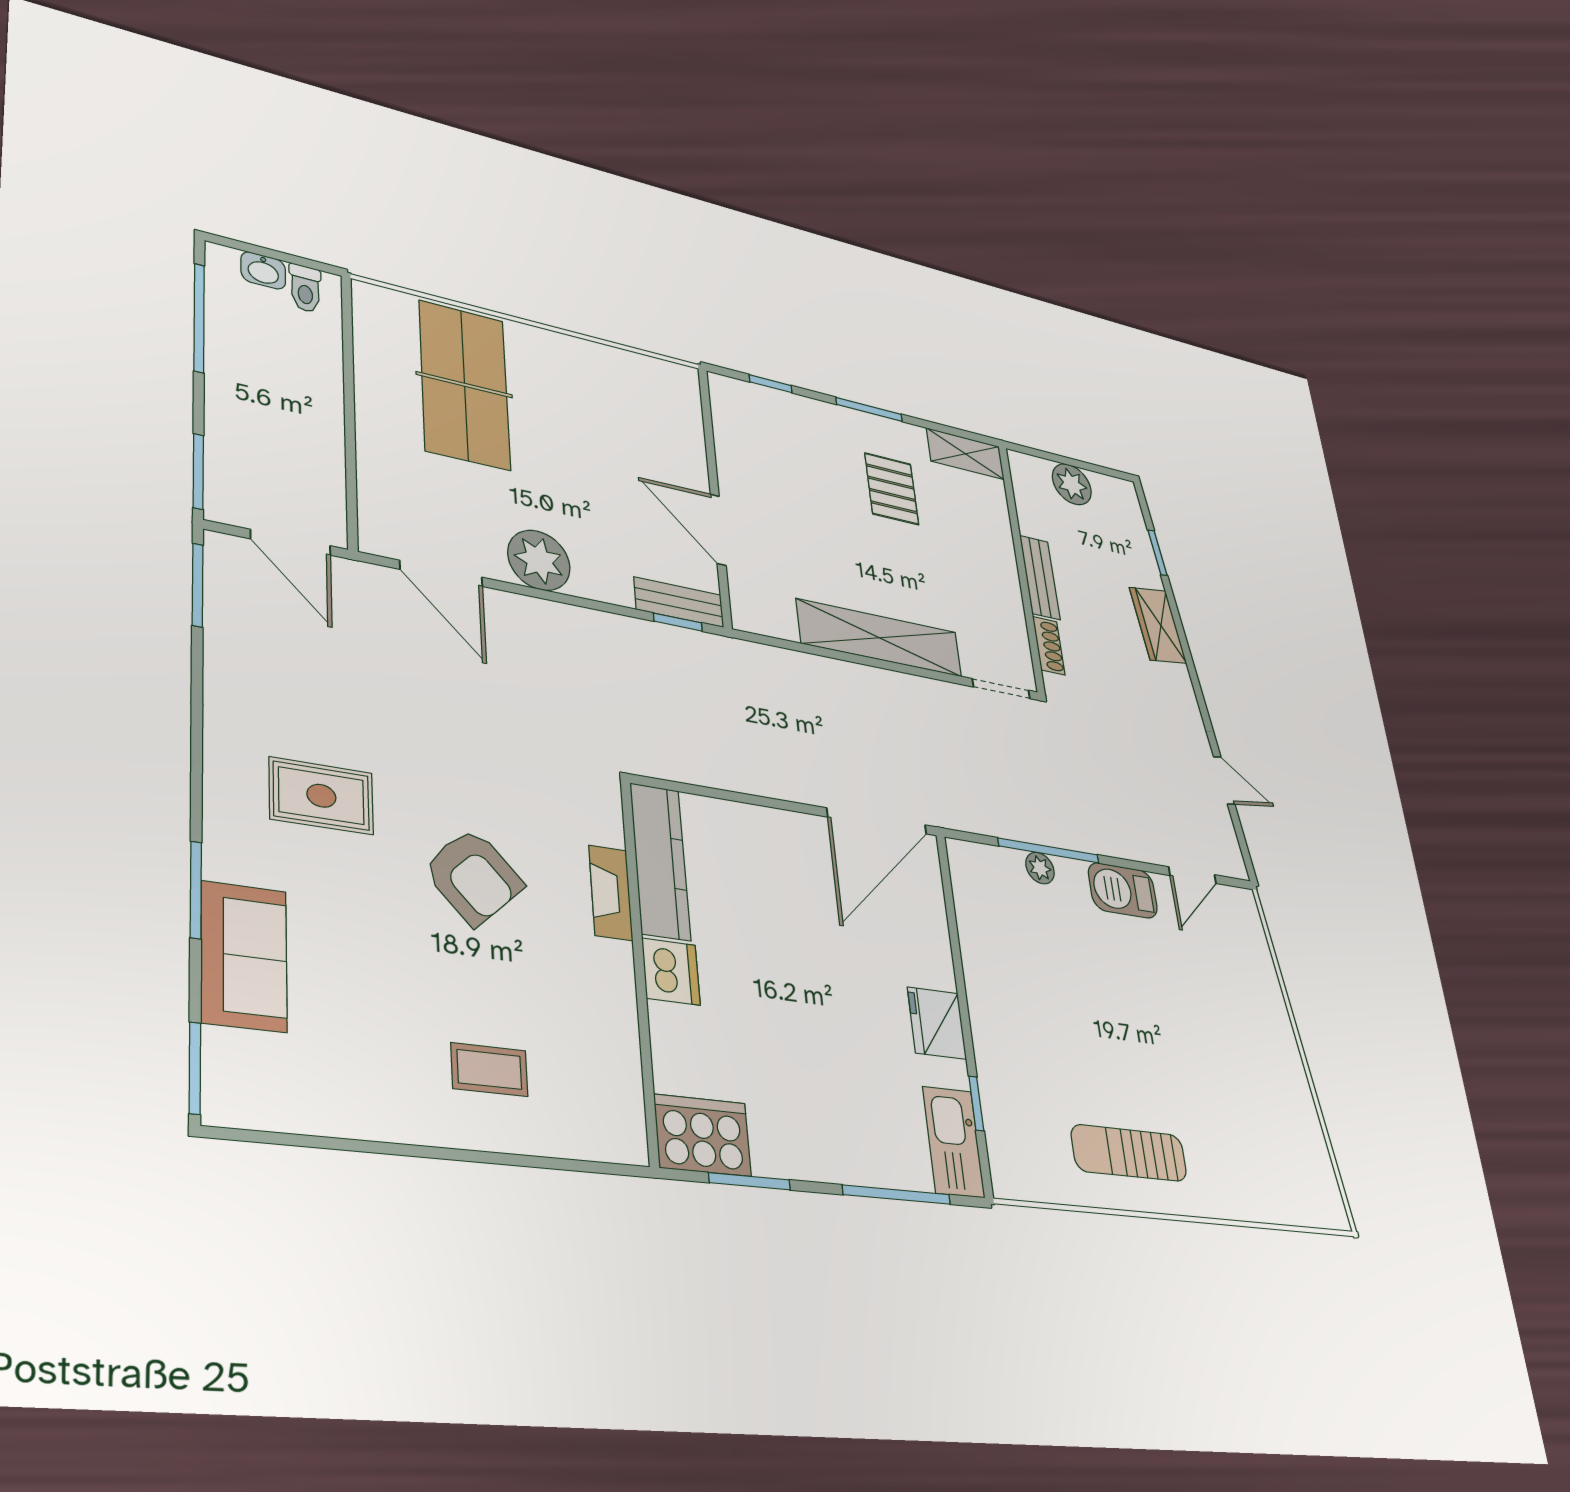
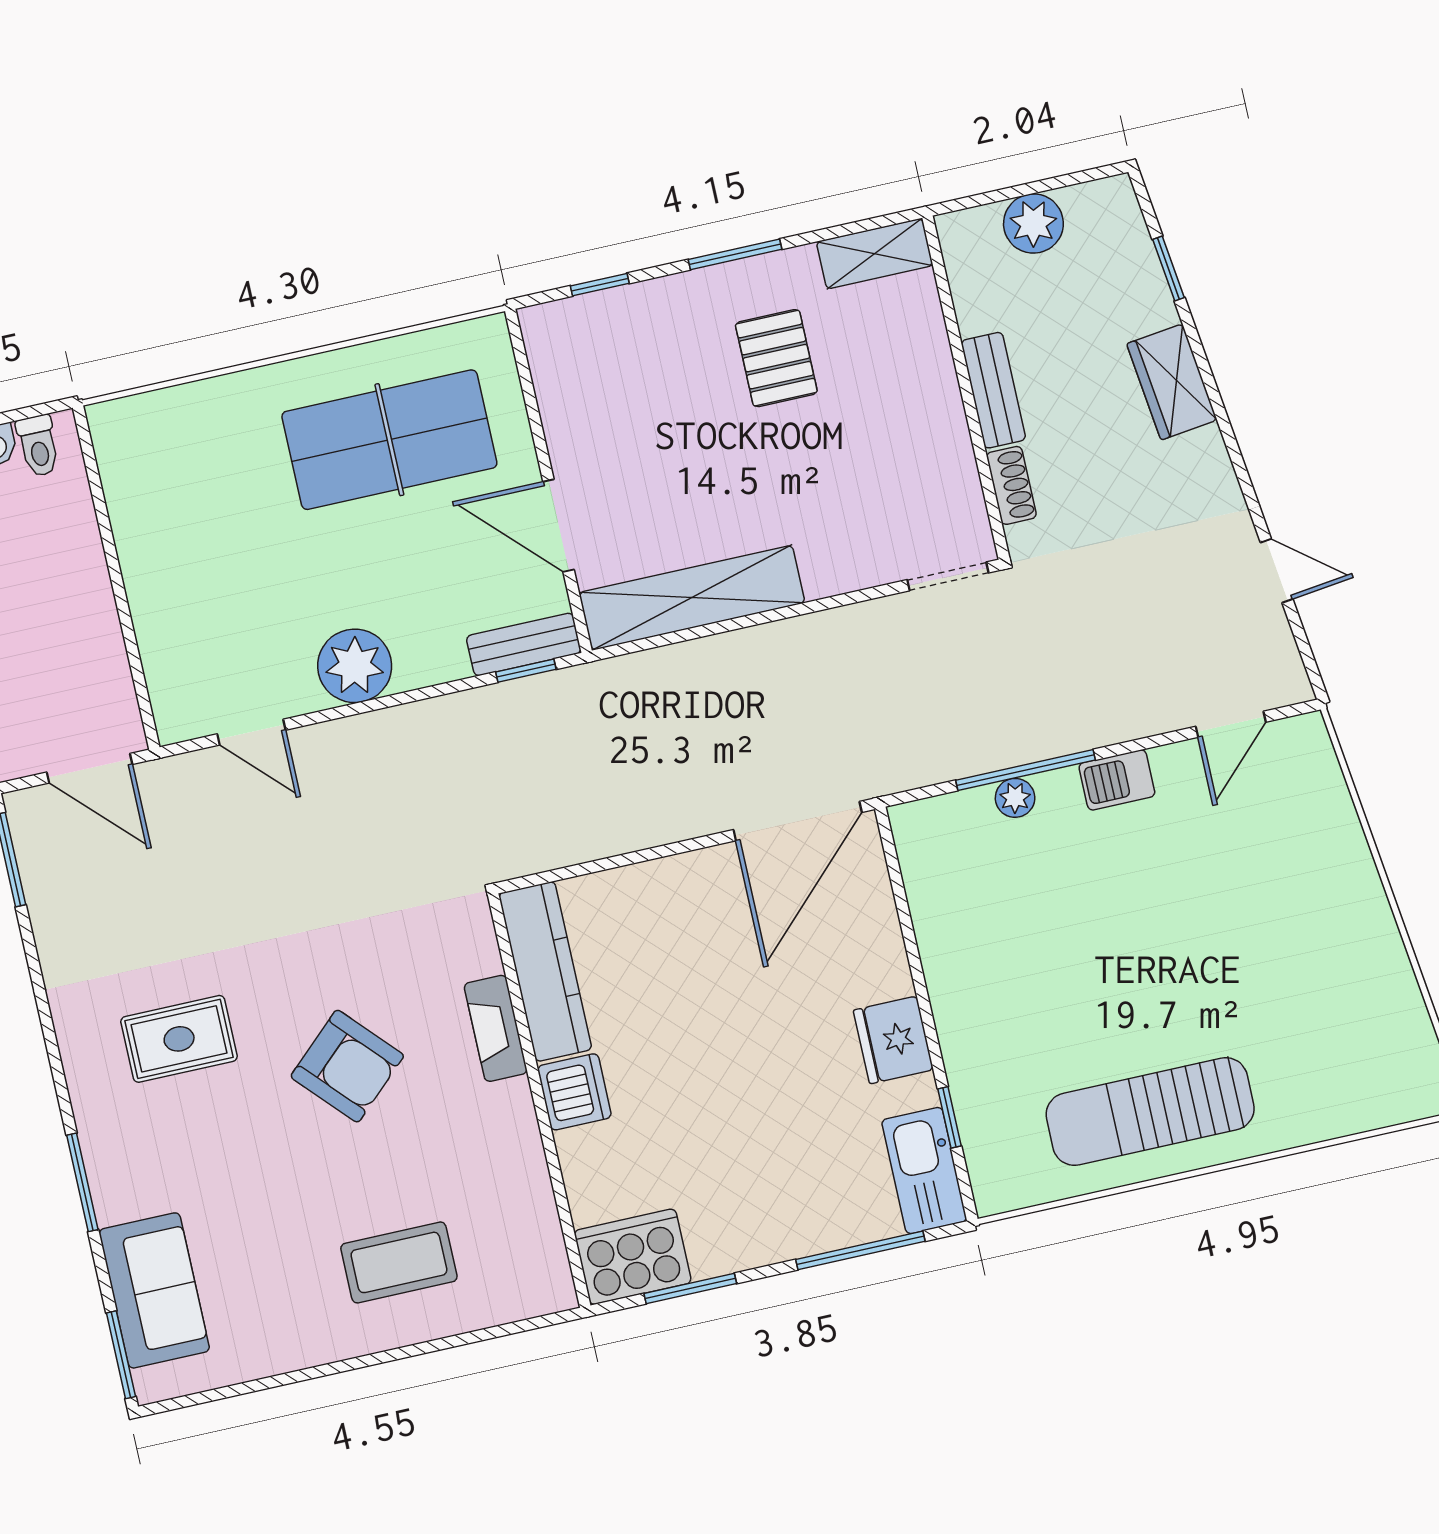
table tennis table: (465, 385) -> (389, 440), moved, turned 90
door: (441, 573) -> (251, 732), width x0.73
shelving: (880, 638) -> (692, 598), moved
barbecue: (1123, 890) -> (1117, 780), width x0.73, depth x0.79
sofa: (244, 956) -> (154, 1290), moved
coffee table: (489, 1070) -> (399, 1262), width x1.36, depth x1.30
sun lounger: (1129, 1153) -> (1150, 1111), width x1.36, depth x1.34

